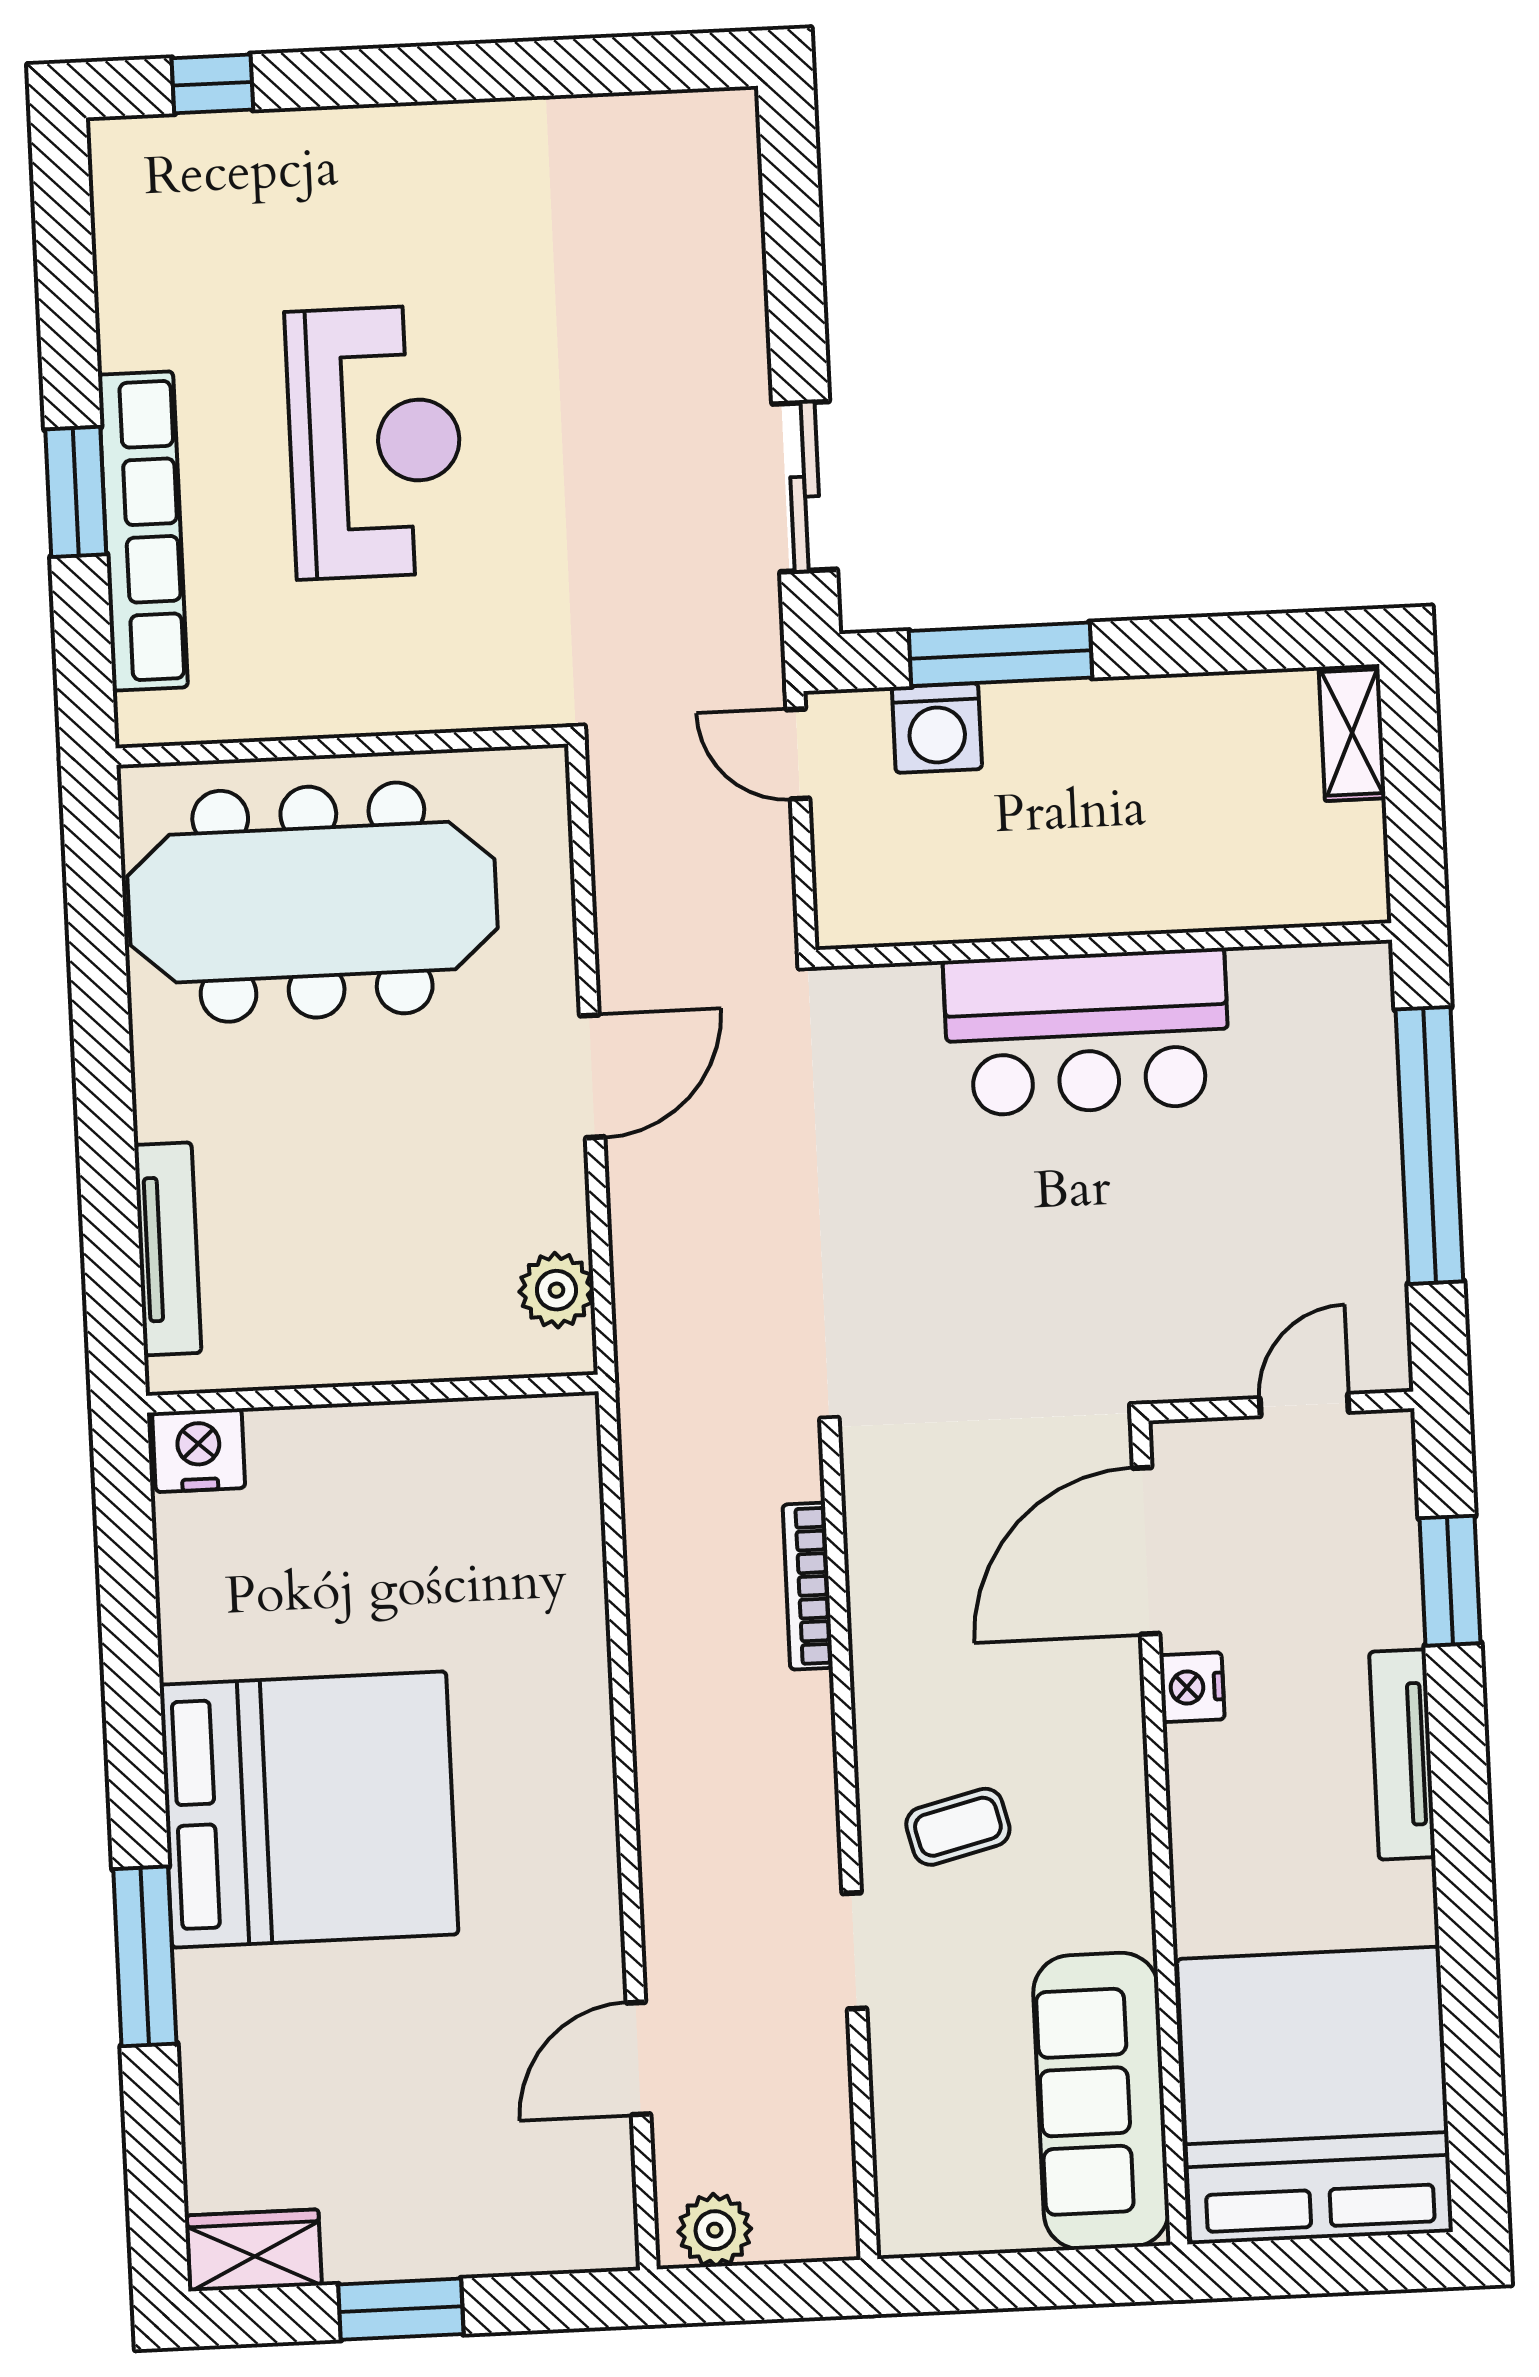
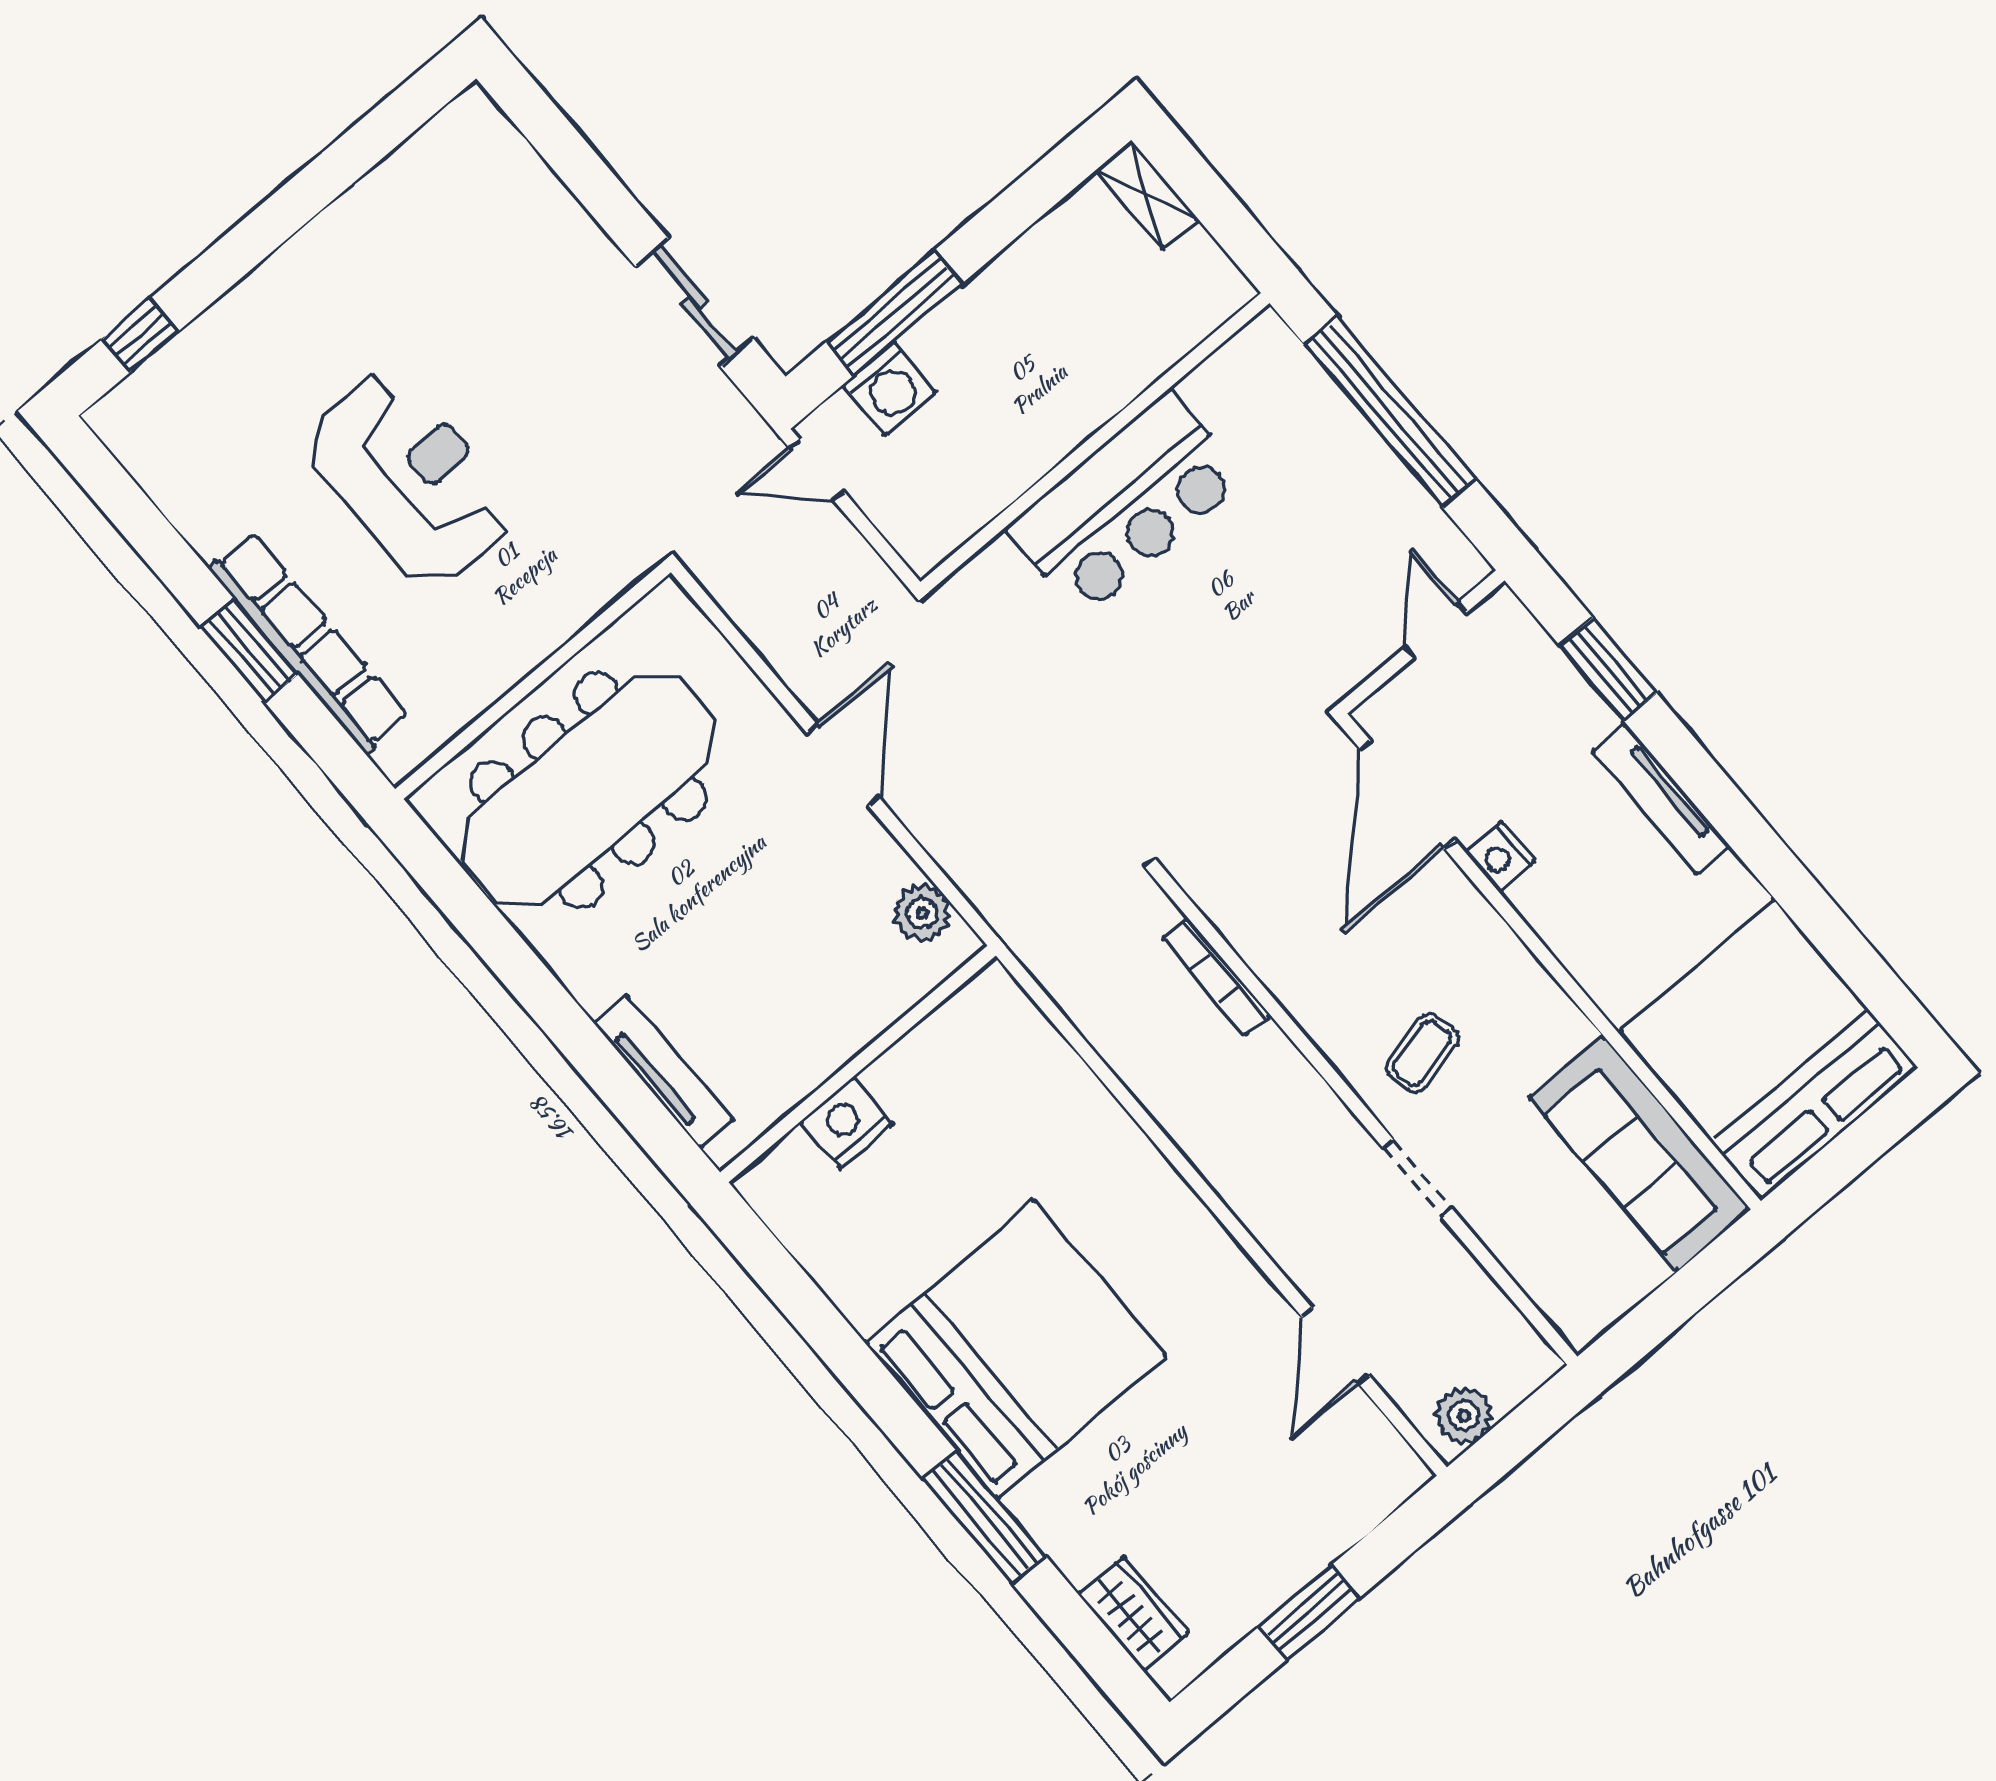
nightstand: (199, 1450) -> (846, 1123), moved
wardrobe: (254, 2250) -> (1133, 1614), moved, turned 90

